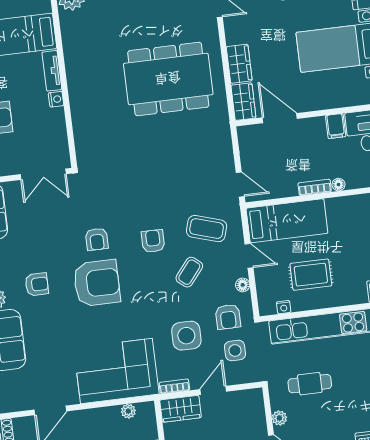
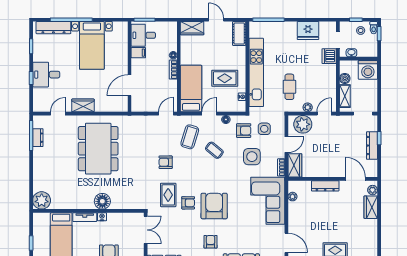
wardrobe: (239, 64) -> (83, 105), moved
floor lamp: (82, 97) -> (102, 201), added
wardrobe: (243, 102) -> (117, 106), removed
rug: (106, 205) -> (168, 195), added
armchair: (153, 241) -> (166, 162), moved
rug: (311, 275) -> (225, 78), turned 90
door: (213, 390) -> (286, 145), swing flipped
plant: (250, 413) -> (303, 124), added

